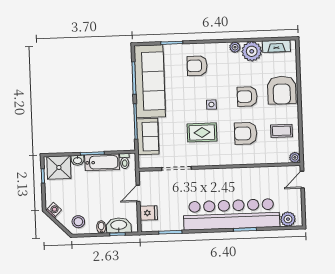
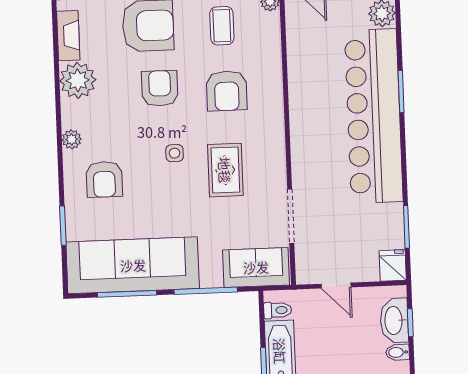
plant: (235, 47) -> (72, 139), moved
armchair: (247, 96) -> (160, 88), turned 180
sofa: (148, 137) -> (256, 267), moved
fridge: (149, 213) -> (393, 265), moved

